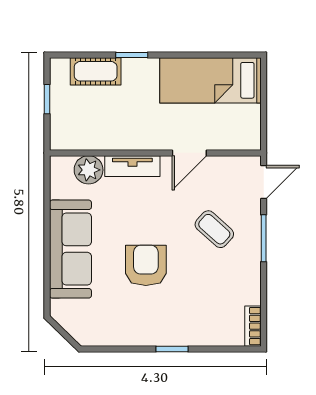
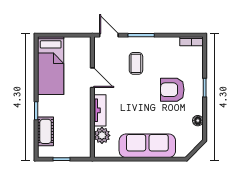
coffee table: (214, 229) -> (136, 63), turned -42
armchair: (146, 265) -> (172, 90), moved
floor lamp: (114, 337) -> (198, 121), added

